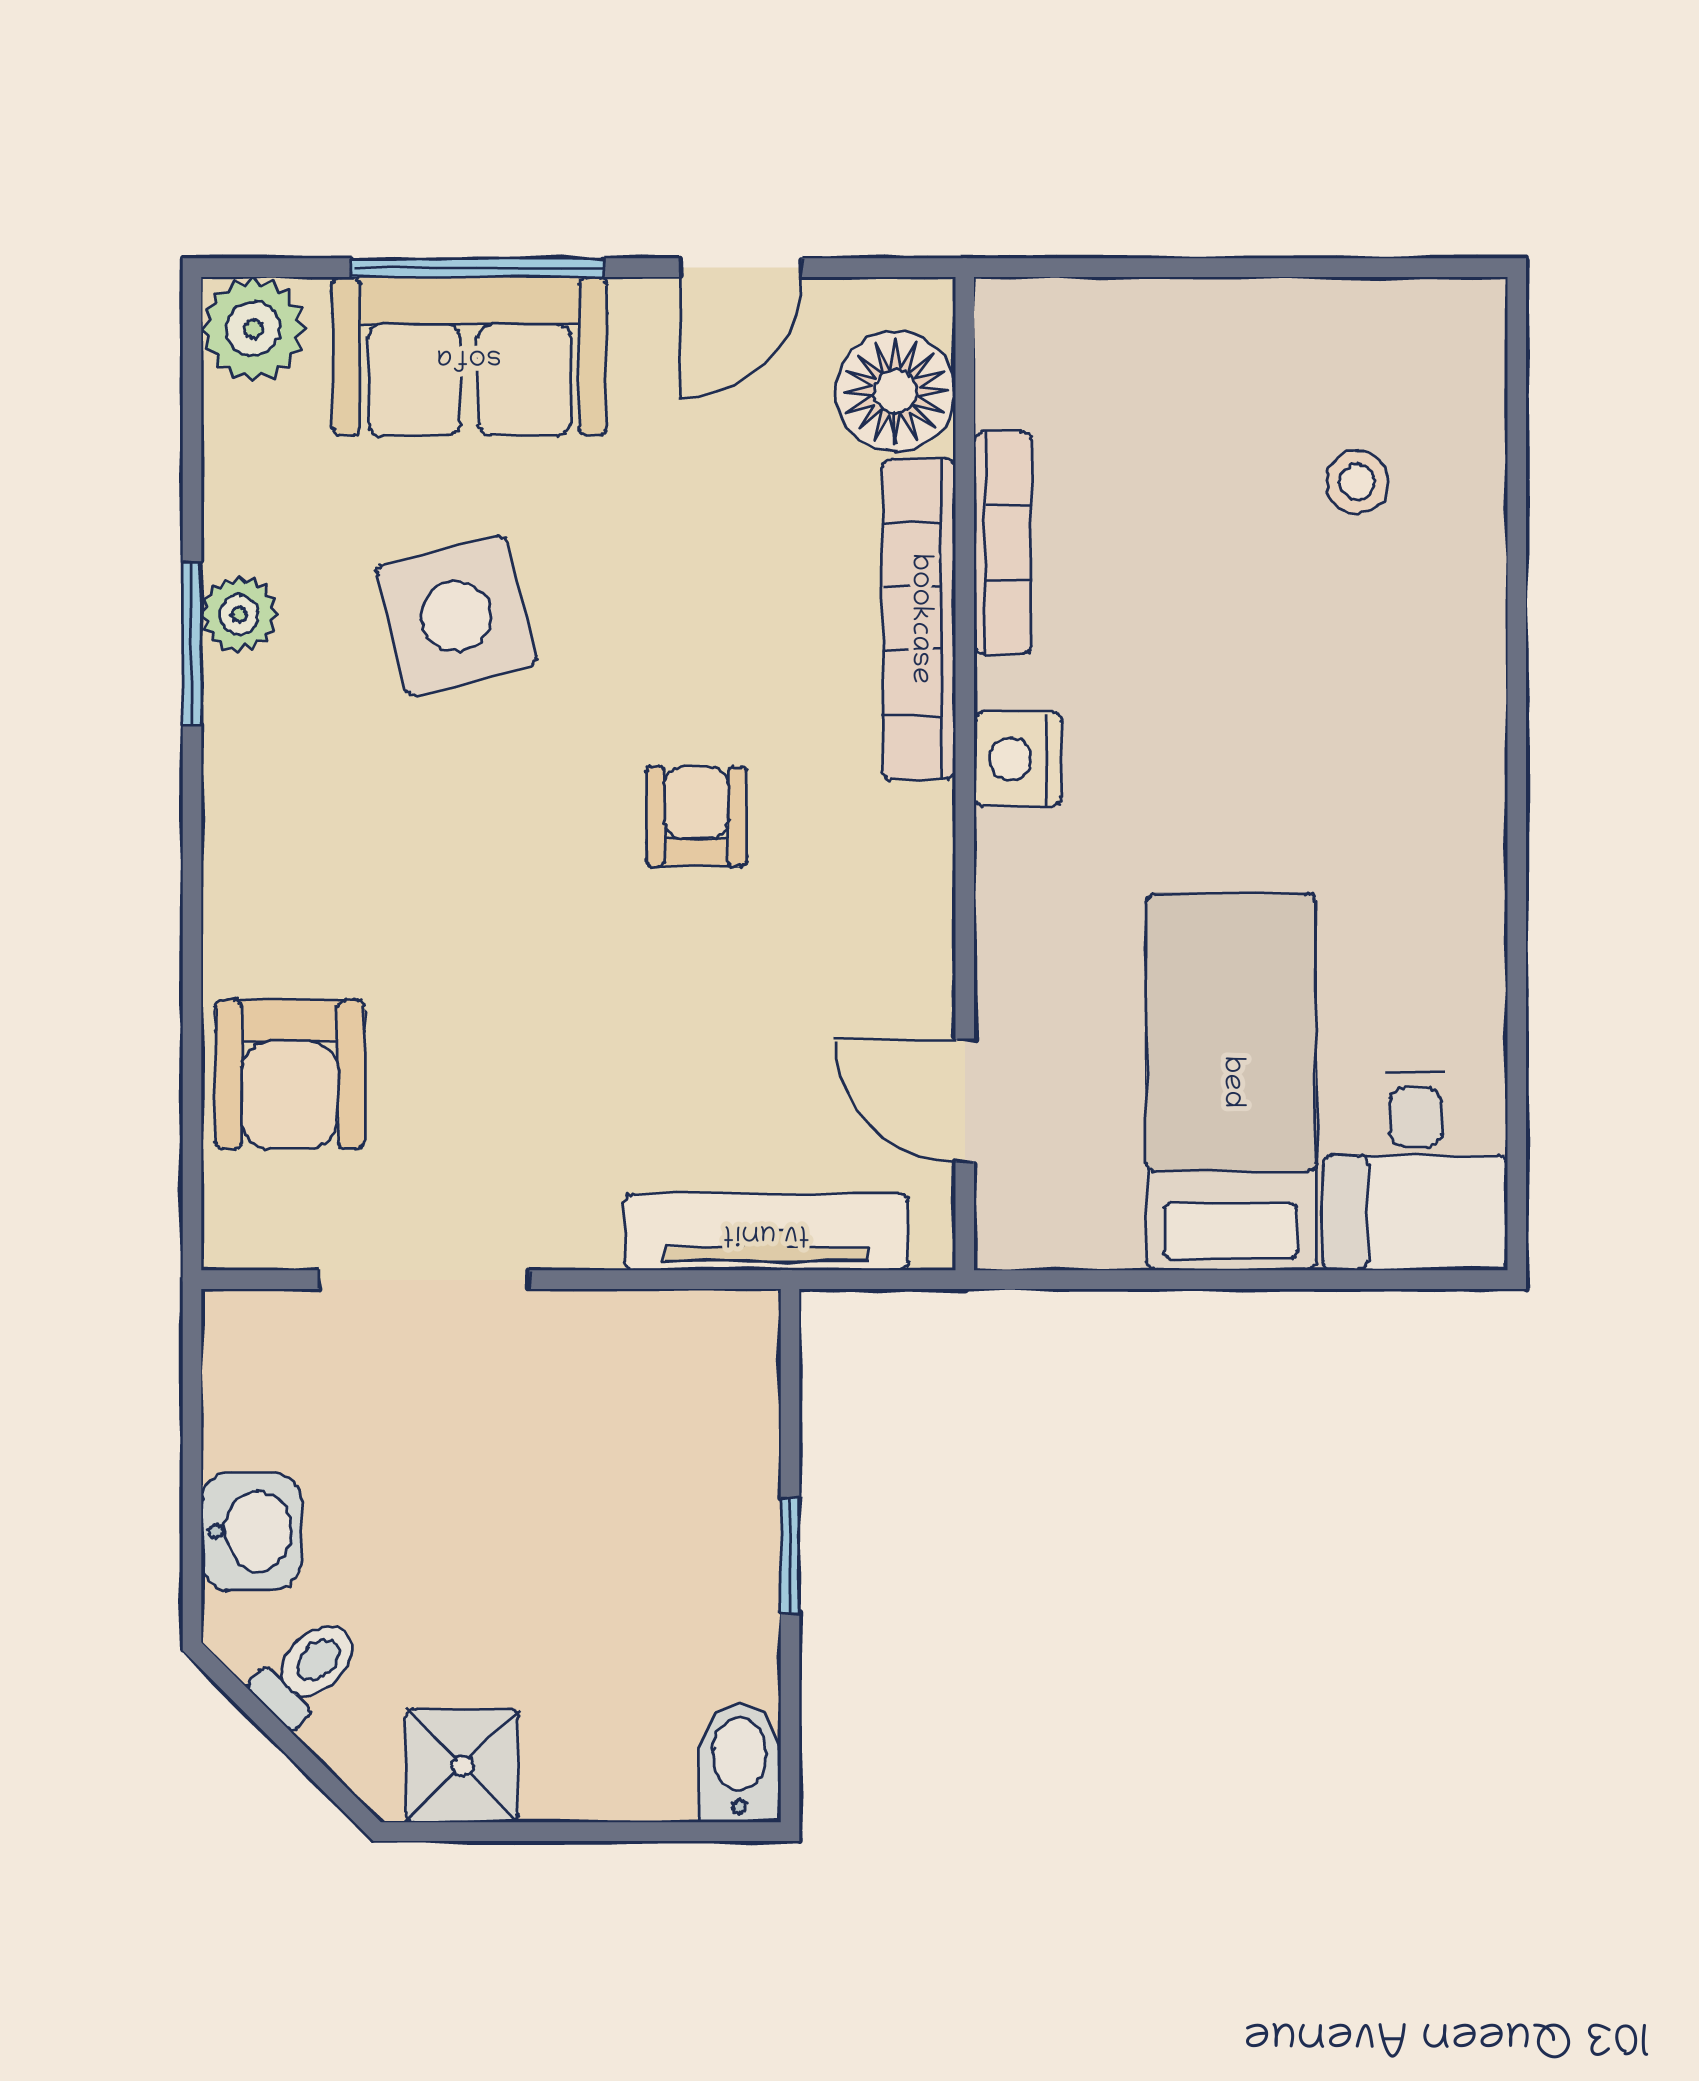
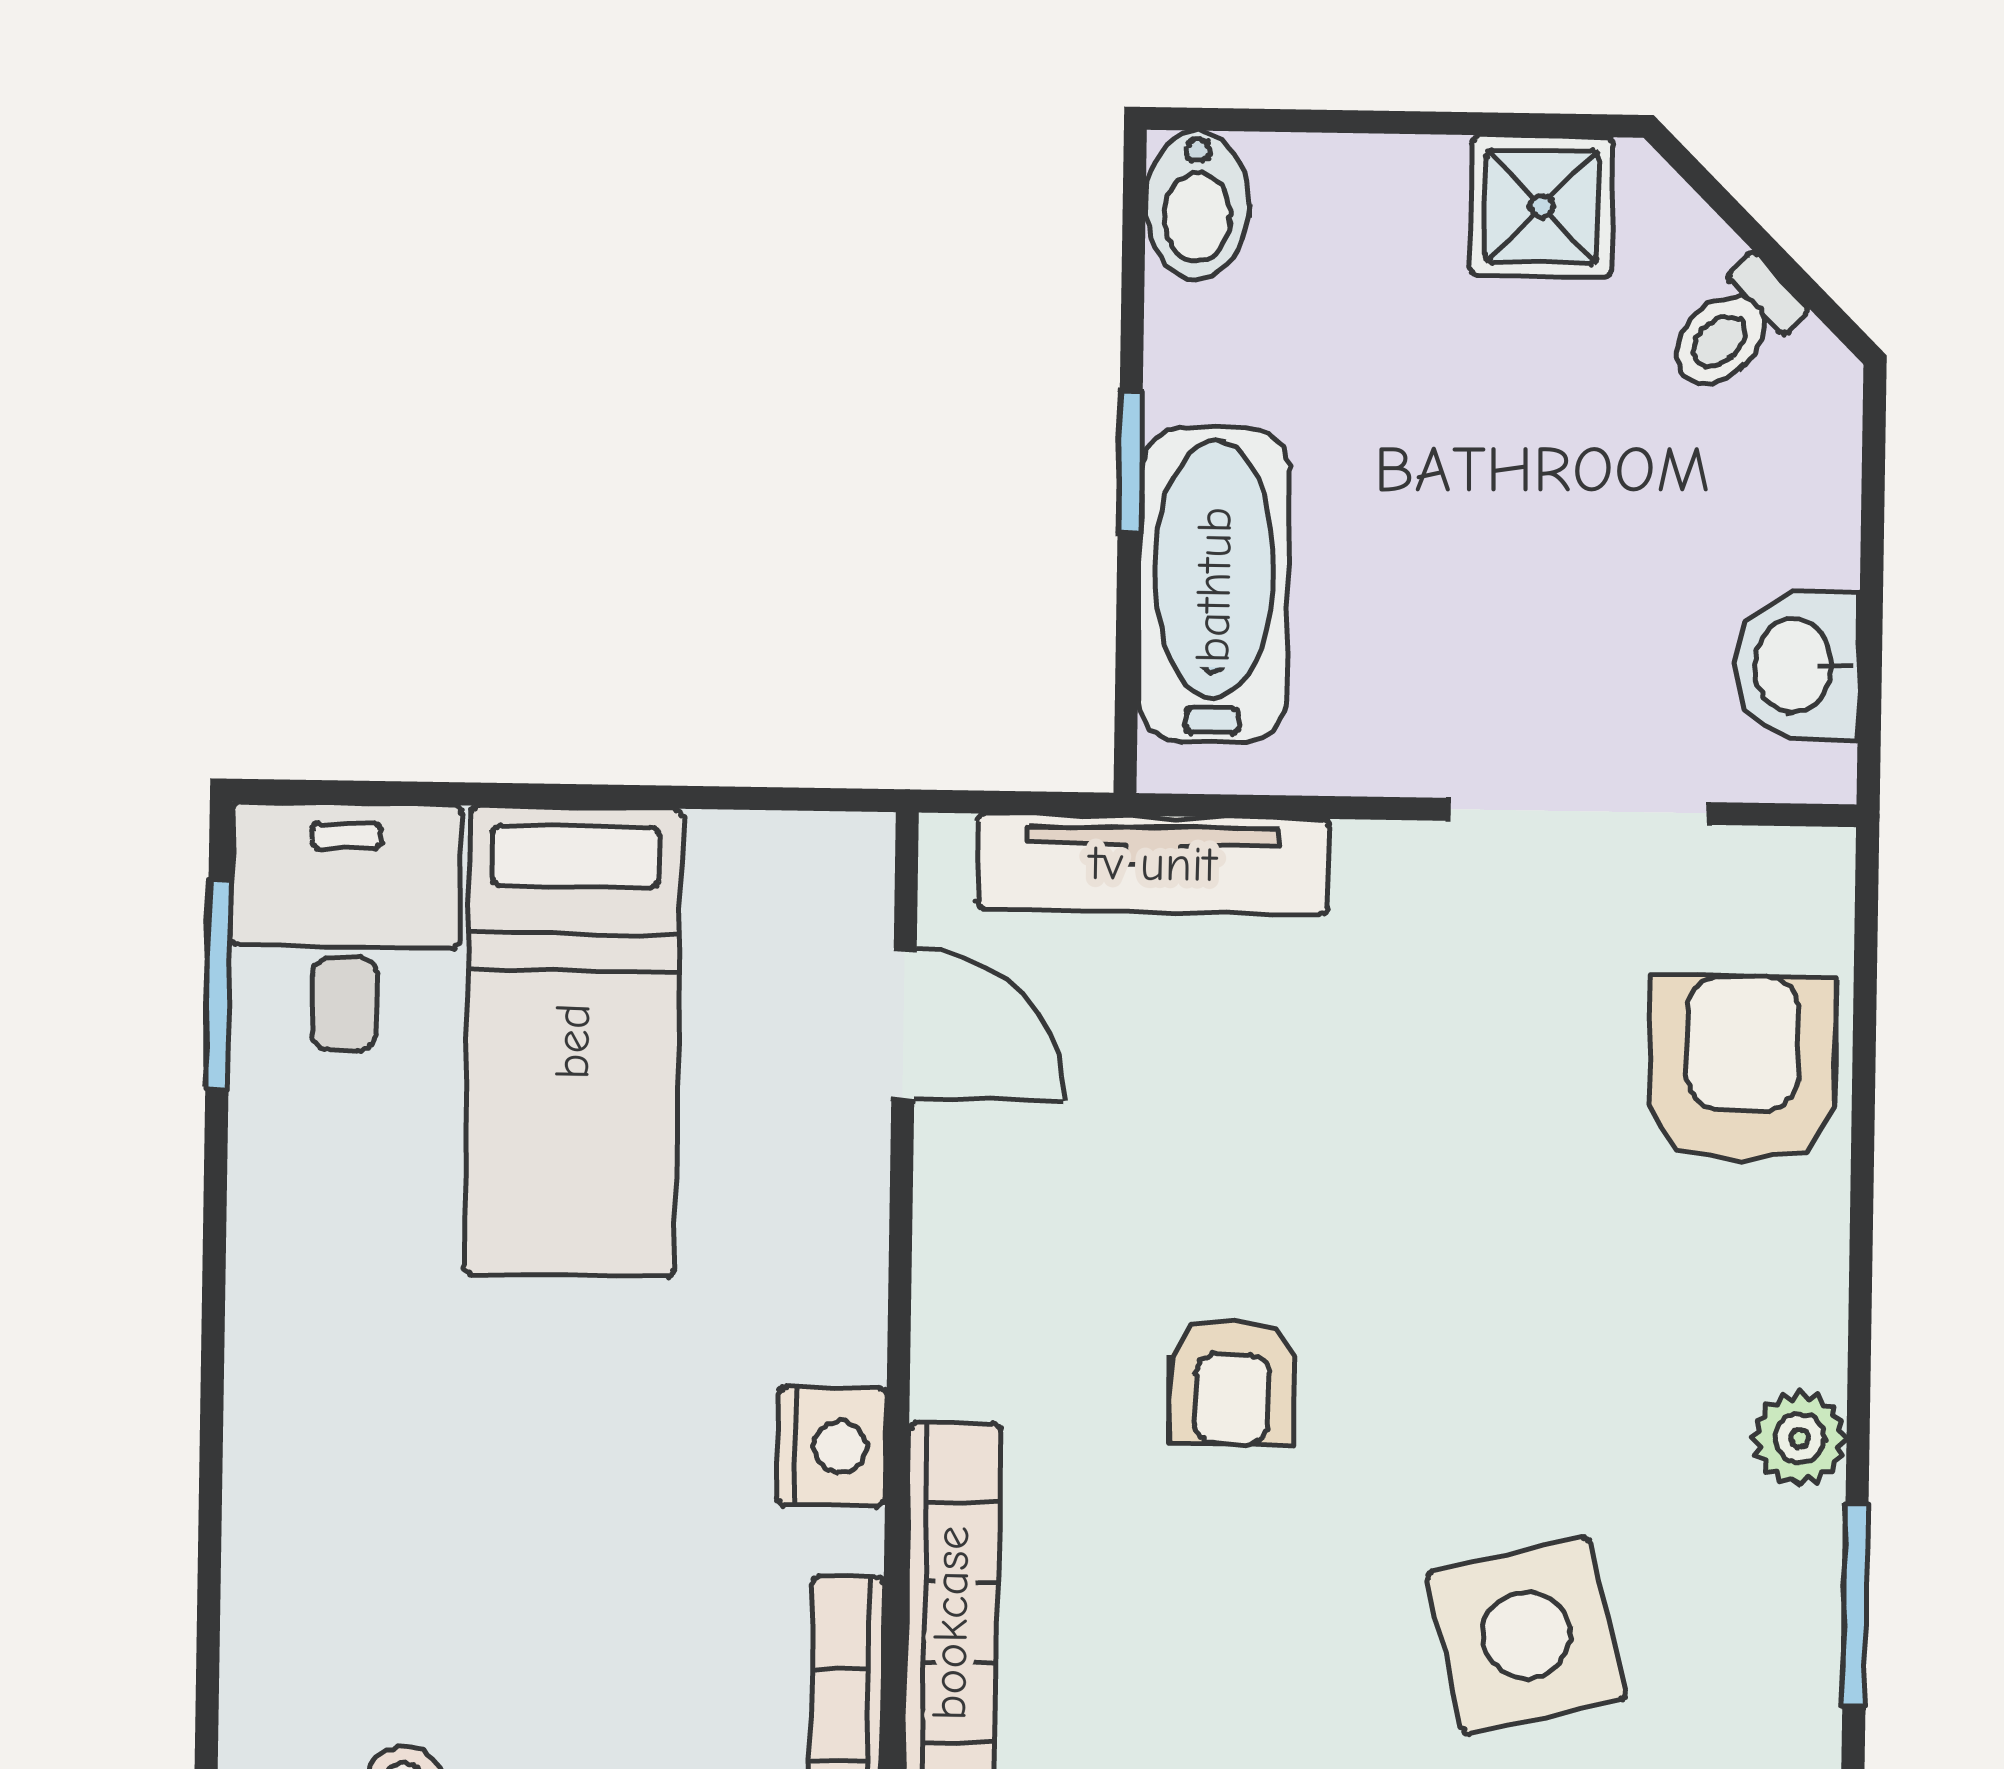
plant: (239, 614) -> (1800, 1438), moved
window: (1517, 1124) -> (218, 984), added
bathtub: (721, 1457) -> (1214, 585), added
washbasin: (251, 1531) -> (1797, 666), moved

